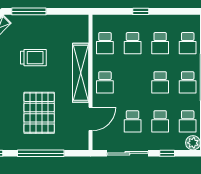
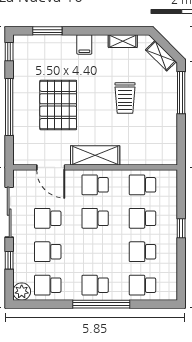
shelving: (81, 73) -> (95, 155), width x0.68
school desk: (160, 82) -> (95, 218), moved
pallet: (39, 113) -> (58, 105), turned 90

